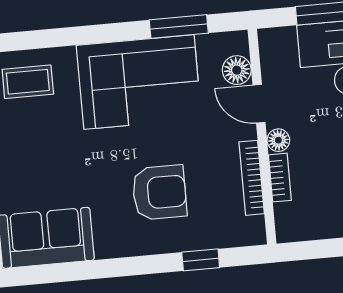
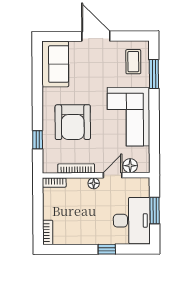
window: (179, 27) -> (154, 74), moved
bookcase: (280, 178) -> (54, 183), moved
armchair: (159, 192) -> (73, 122), width x1.36, depth x1.36

